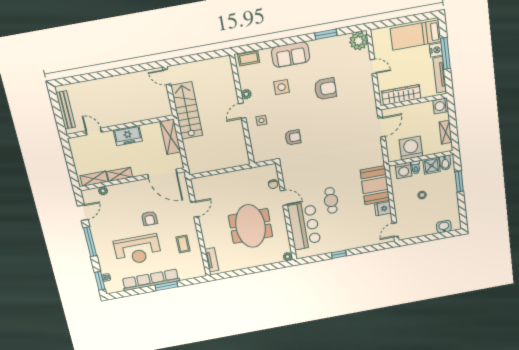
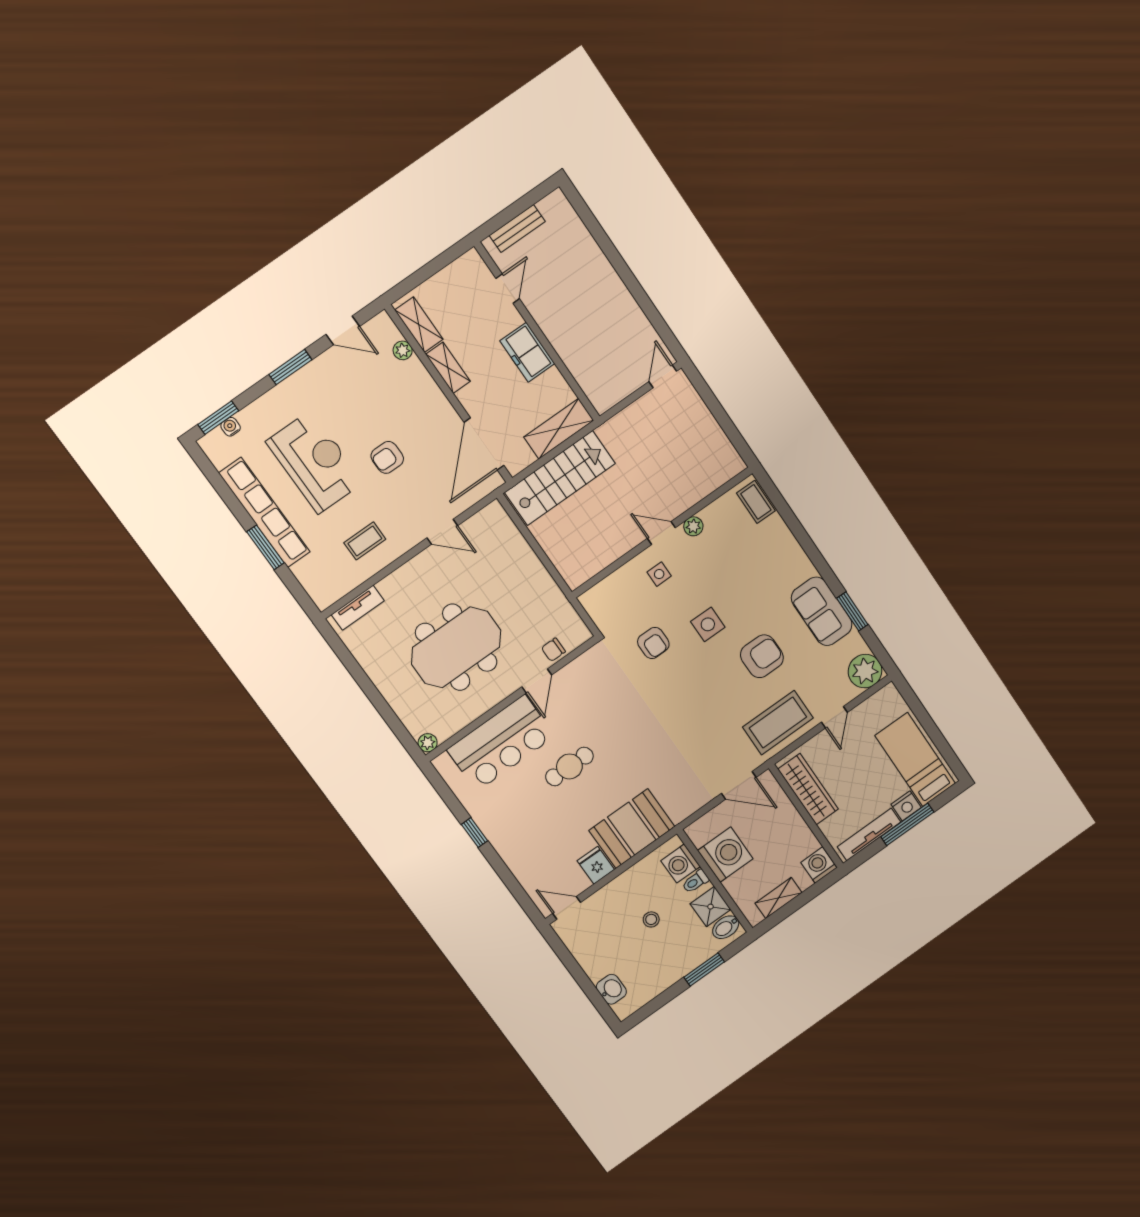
sofa: (291, 55) -> (822, 611), moved
side table: (282, 87) -> (708, 624), moved
armchair: (325, 89) -> (762, 656), turned -90
coffee table: (361, 95) -> (778, 723), added
bench: (66, 110) -> (517, 228), width x0.73
stairs: (187, 111) -> (560, 478), moved
window: (90, 242) -> (290, 367), width x0.69
reception desk: (138, 250) -> (315, 462), turned 180

